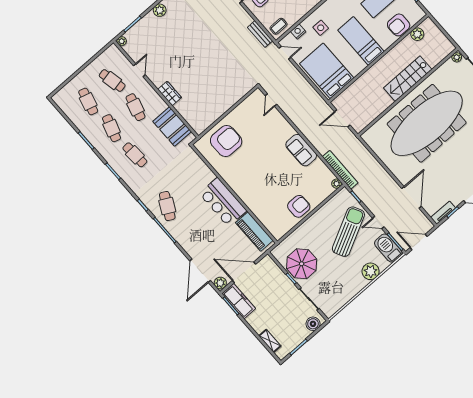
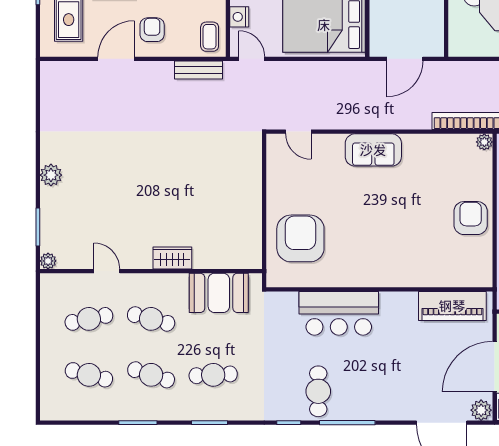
door: (285, 53) -> (252, 59), hinge flipped
sofa: (301, 150) -> (373, 150), moved
bar counter: (223, 202) -> (339, 313), moved
cafe table: (167, 206) -> (318, 391), turned 63

